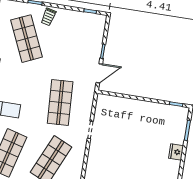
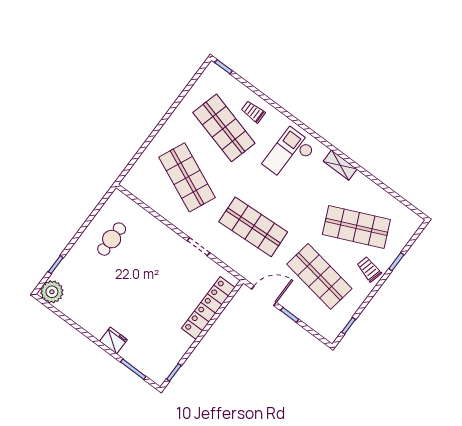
shop shelf: (69, 45) -> (319, 276), added
door: (99, 73) -> (264, 296), swing flipped
locker: (125, 104) -> (208, 308), added

